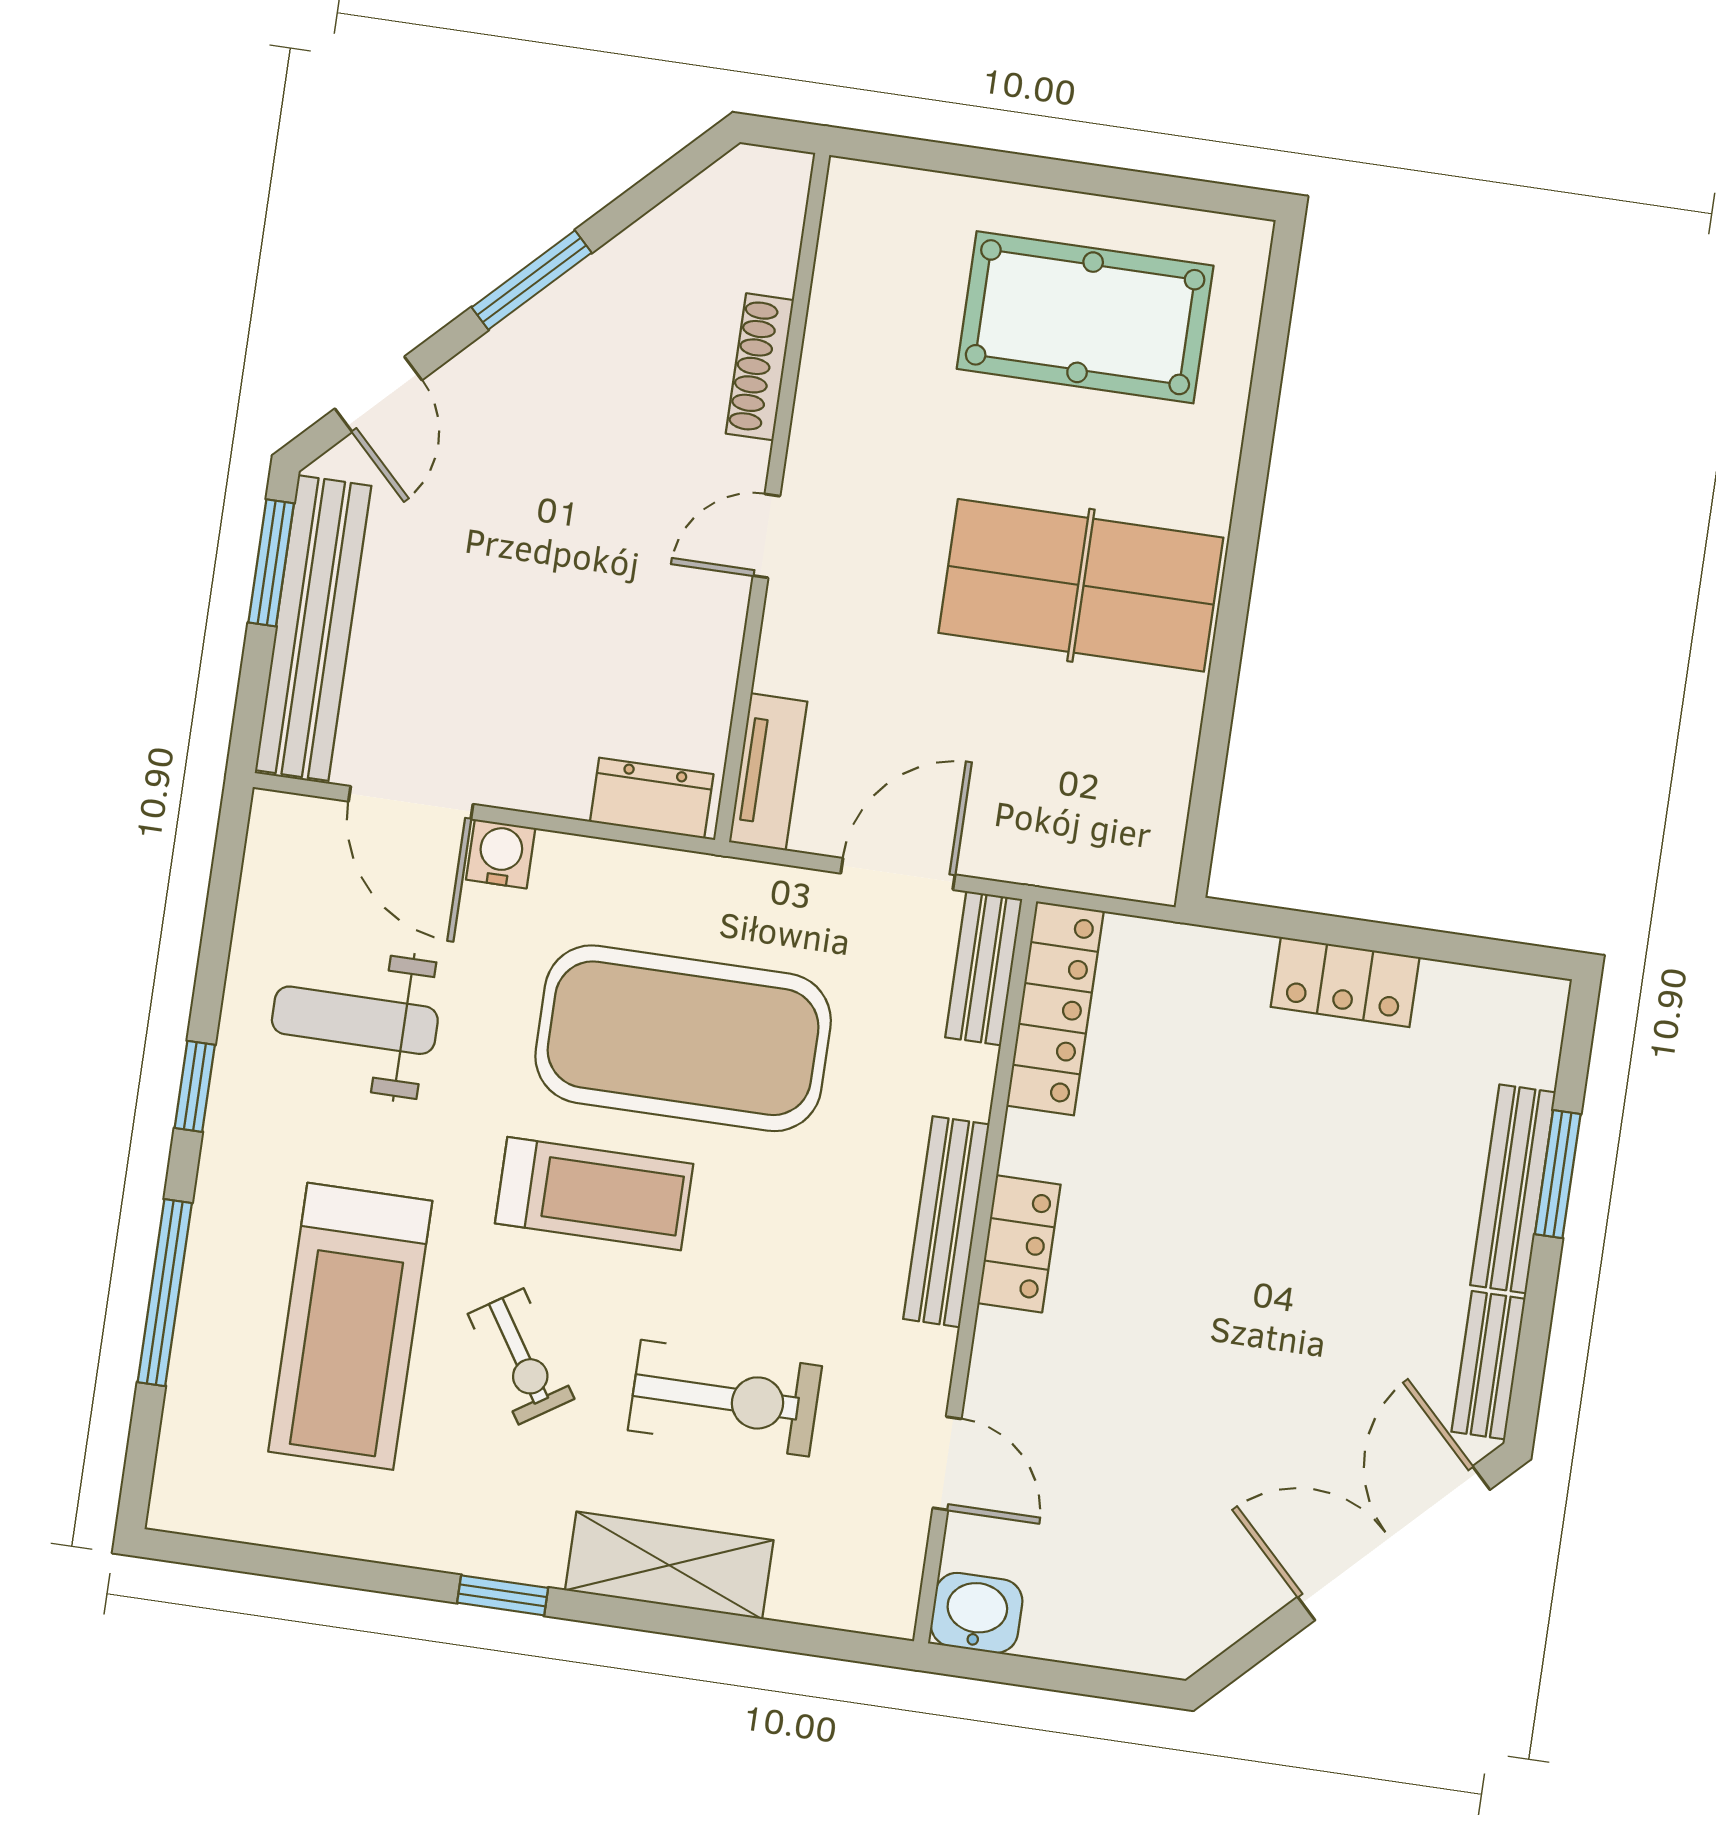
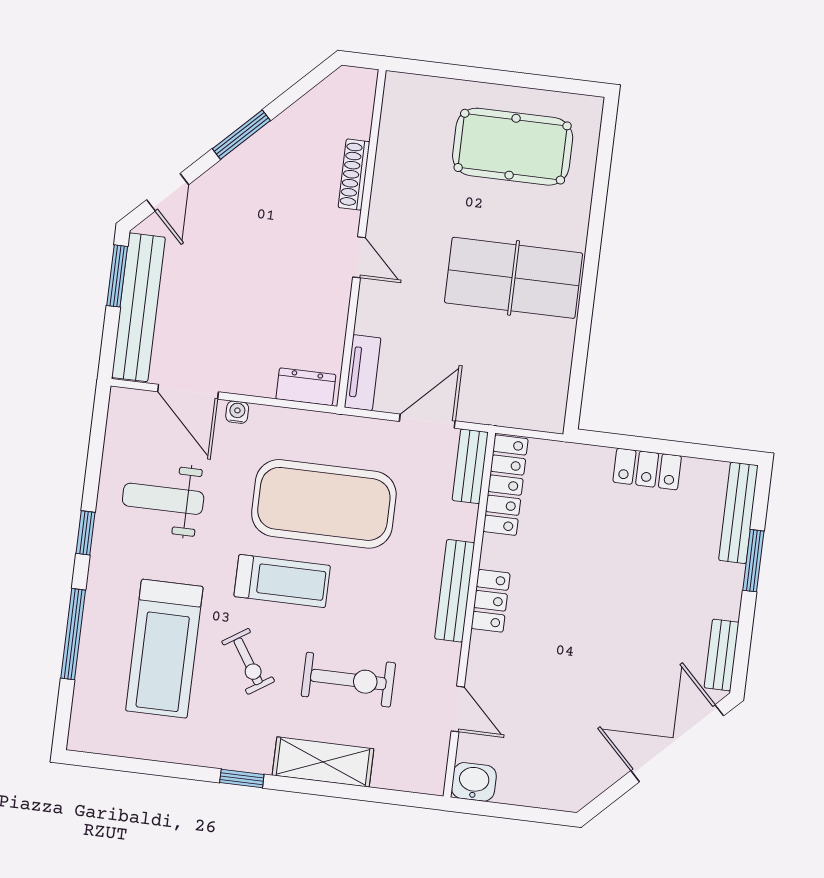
door: (766, 536) -> (359, 257), swing flipped
water cooler: (501, 854) -> (237, 412), width x0.72, depth x0.72
bench: (1513, 1189) -> (738, 513), moved

